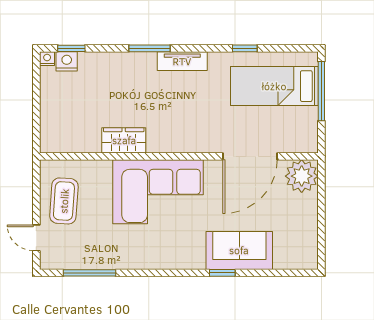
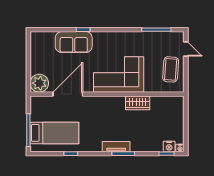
tv unit: (182, 61) -> (116, 147), moved

